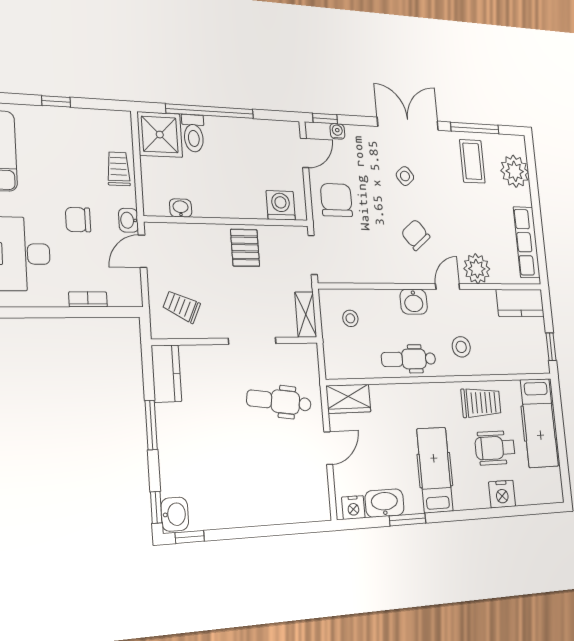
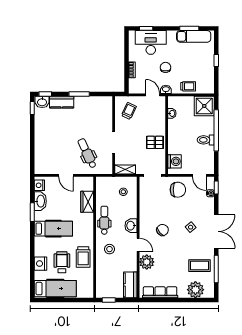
toilet: (193, 133) -> (206, 140), moved
kitchen counter: (166, 374) -> (62, 102), moved
wardrobe: (348, 399) -> (87, 202), moved
dental chair: (279, 401) -> (87, 153), turned -33
hospital bed: (539, 423) -> (55, 289), moved, turned 180

